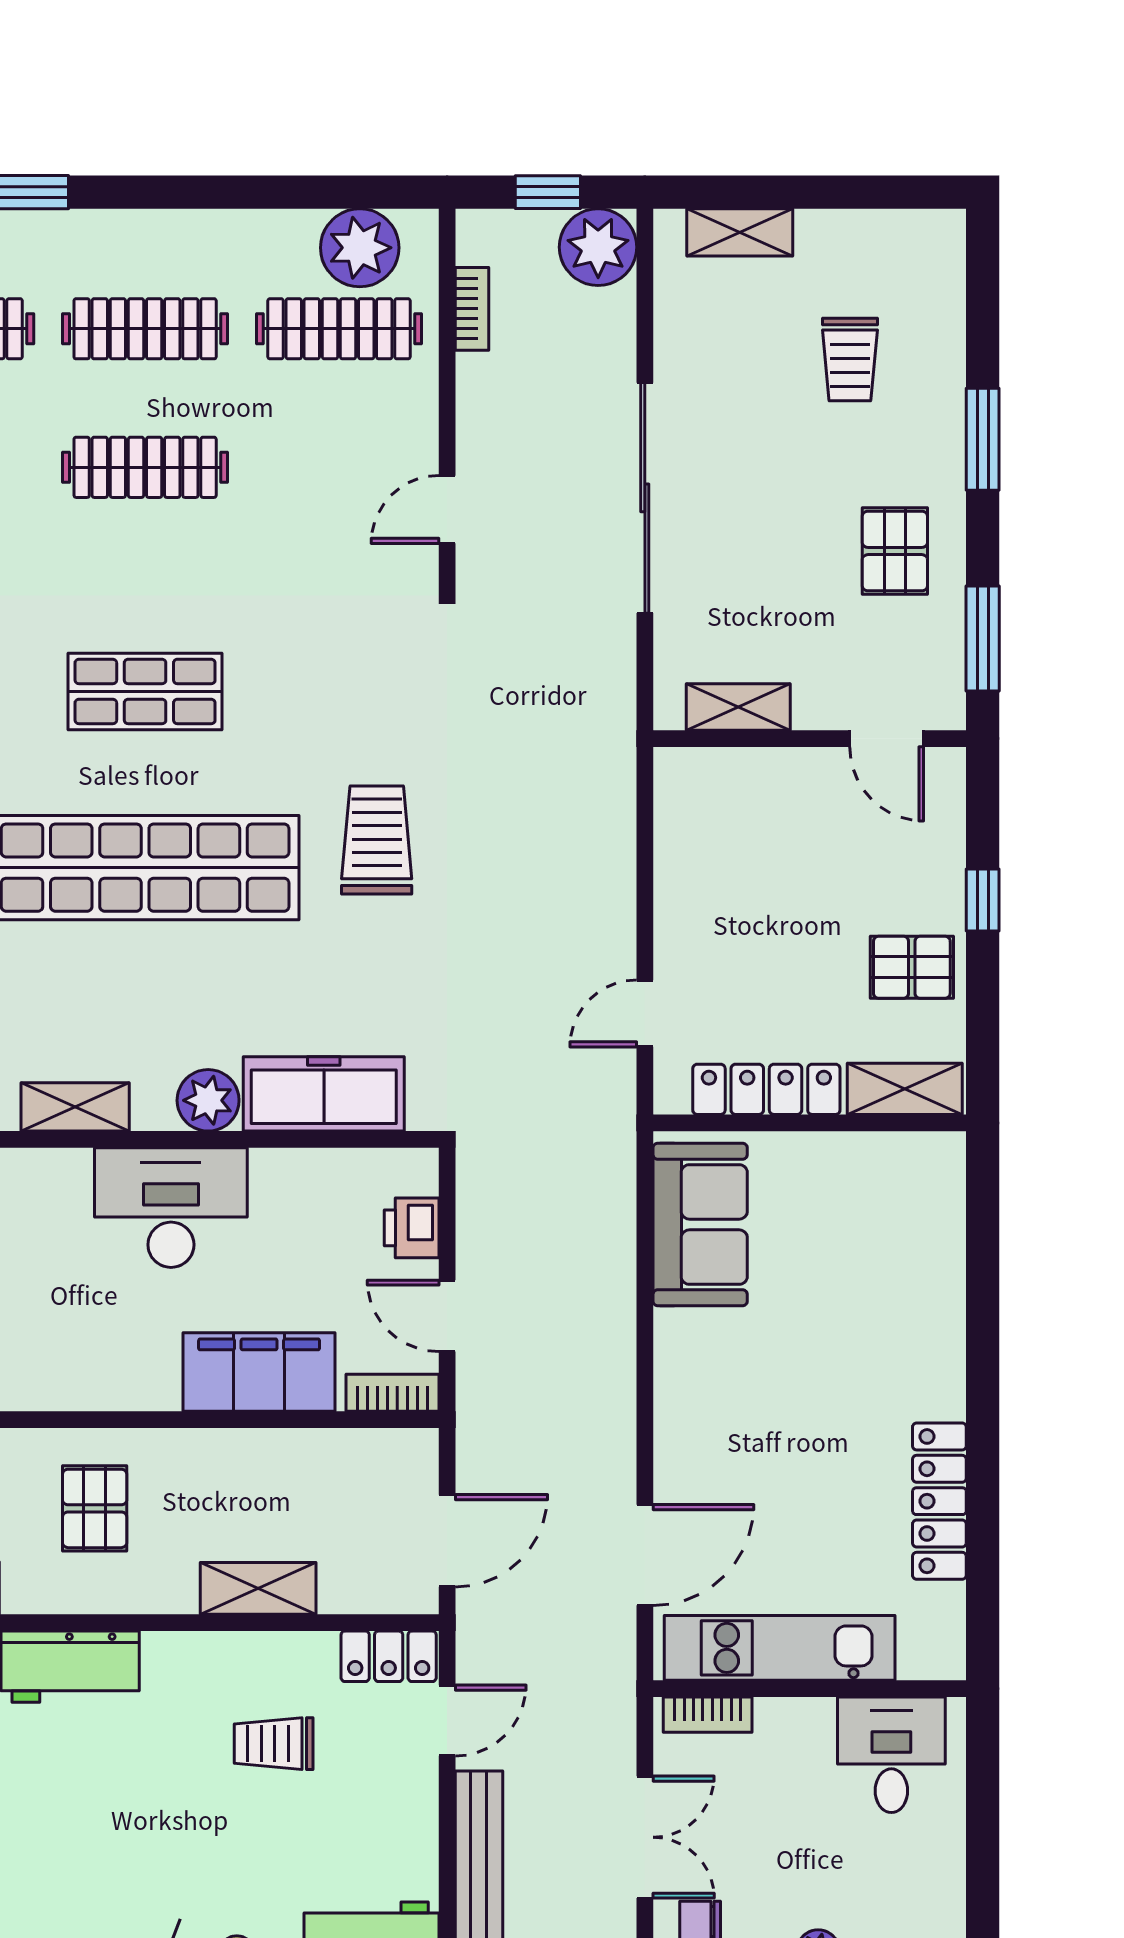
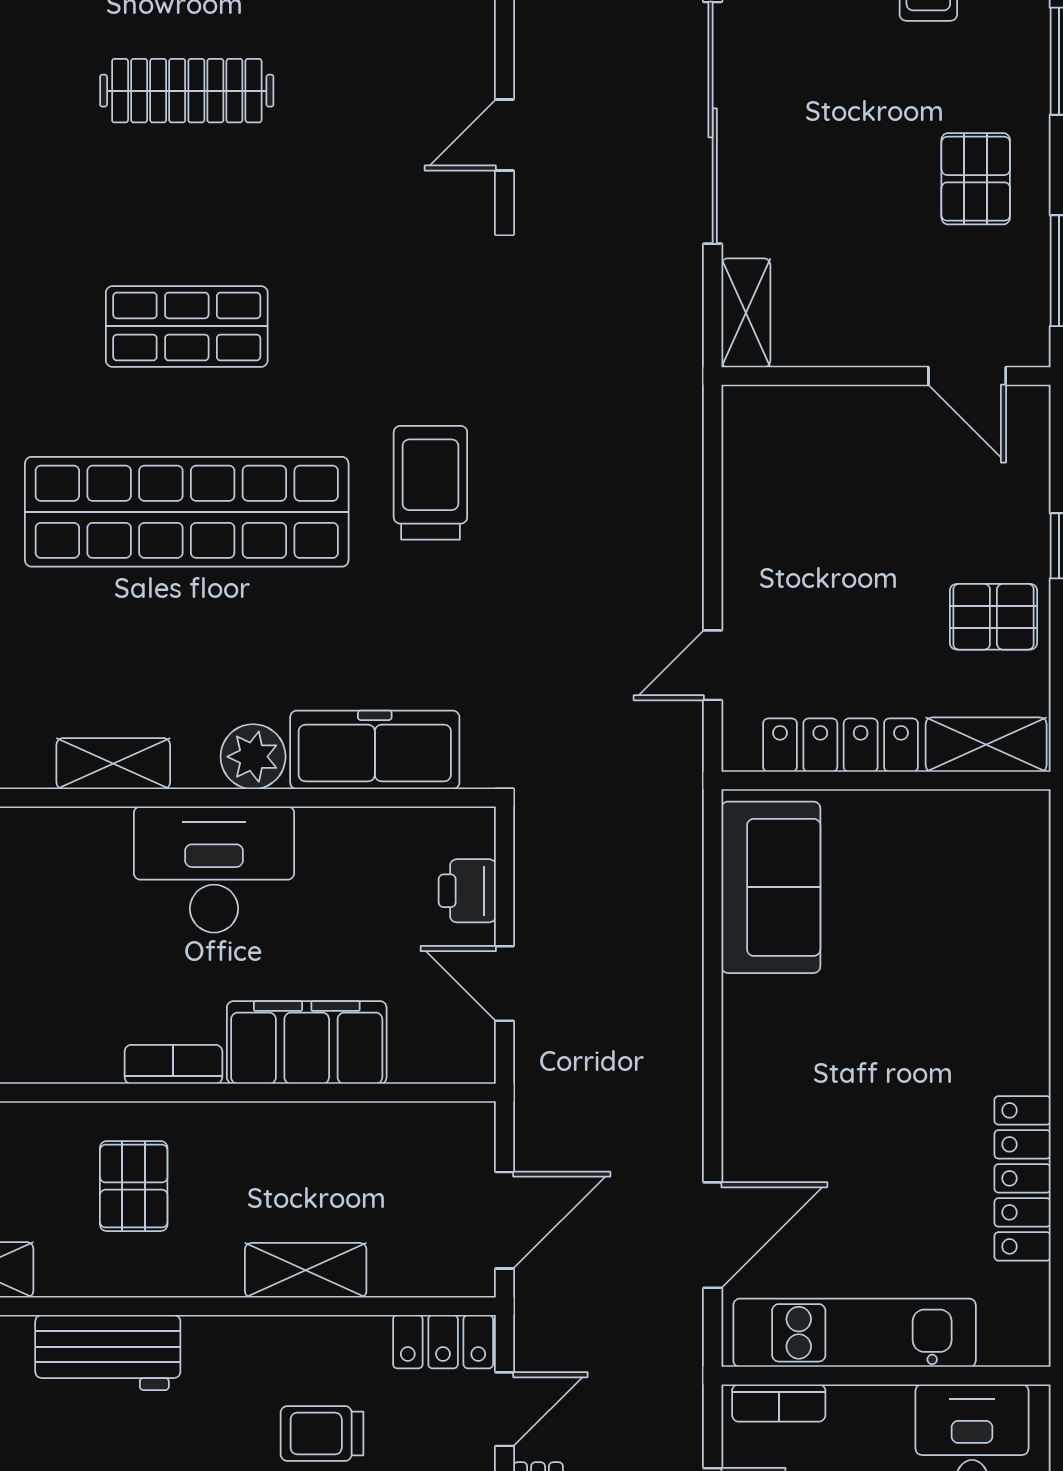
shelving: (738, 707) -> (746, 313), moved, turned 90
bookcase: (393, 1393) -> (173, 1064), moved

